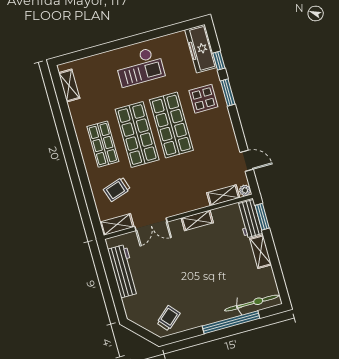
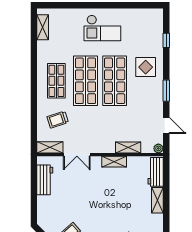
freezer: (201, 49) -> (155, 27), removed
window: (228, 93) -> (166, 91), moved
shelving: (223, 195) -> (128, 148), moved
window: (262, 217) -> (166, 173), removed
workbench: (123, 271) -> (45, 180), width x0.73

